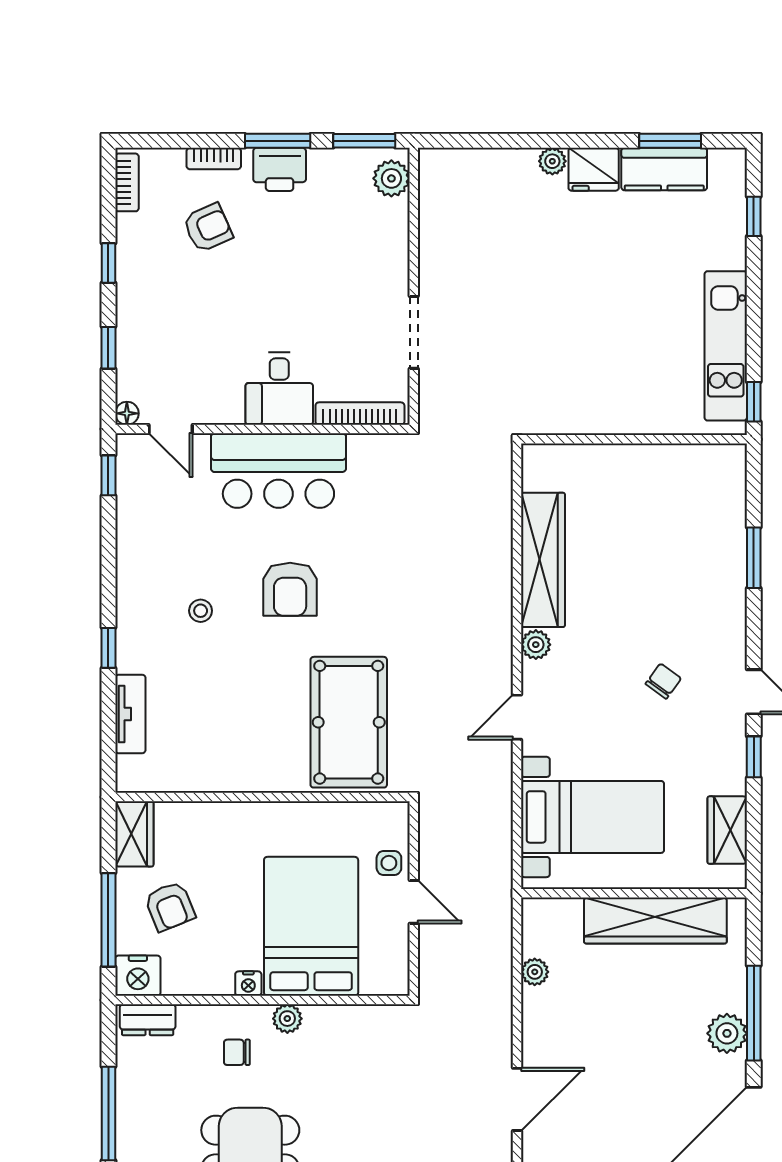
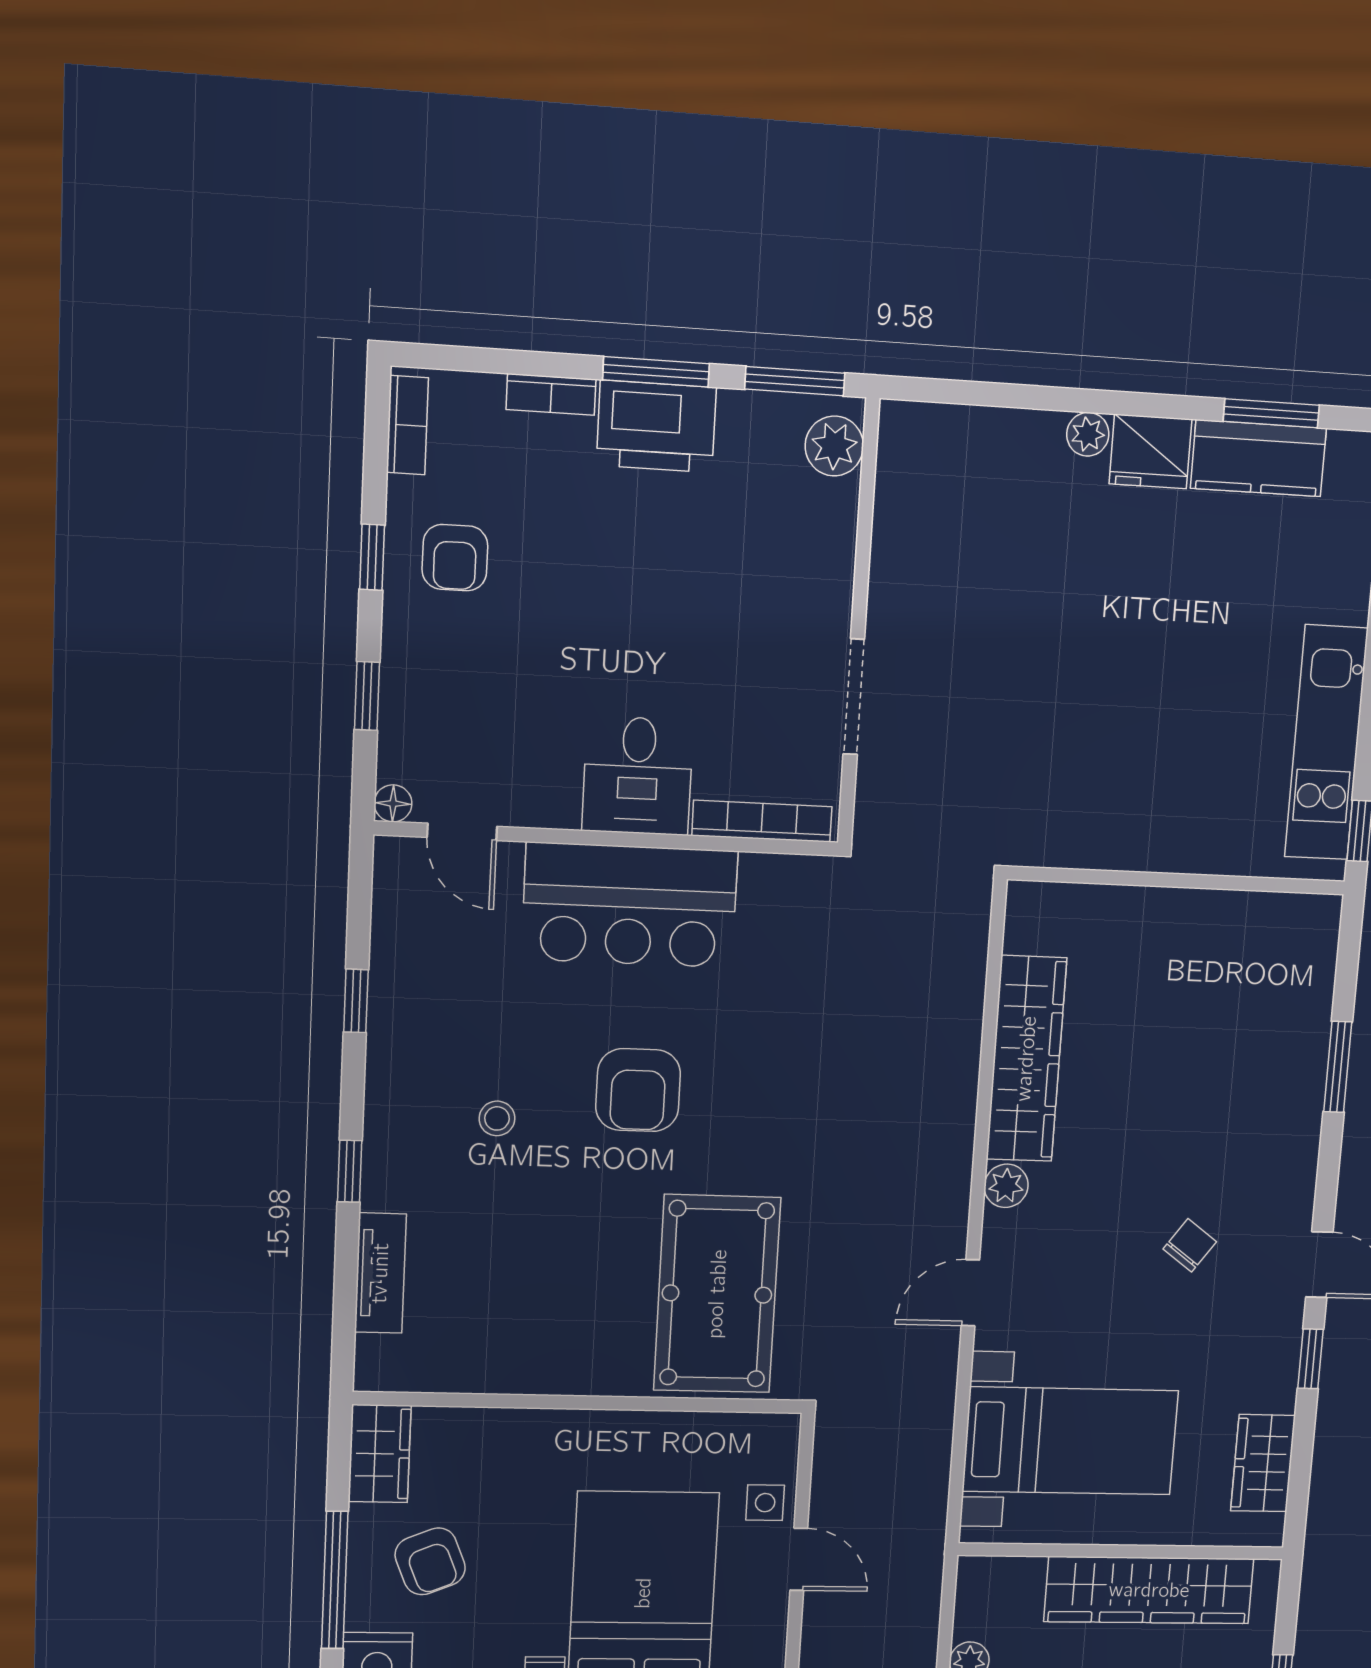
printer: (280, 169) -> (656, 426), width x1.37, depth x1.19
armchair: (208, 228) -> (455, 558), moved, turned 114
window: (108, 475) -> (356, 1001), moved

